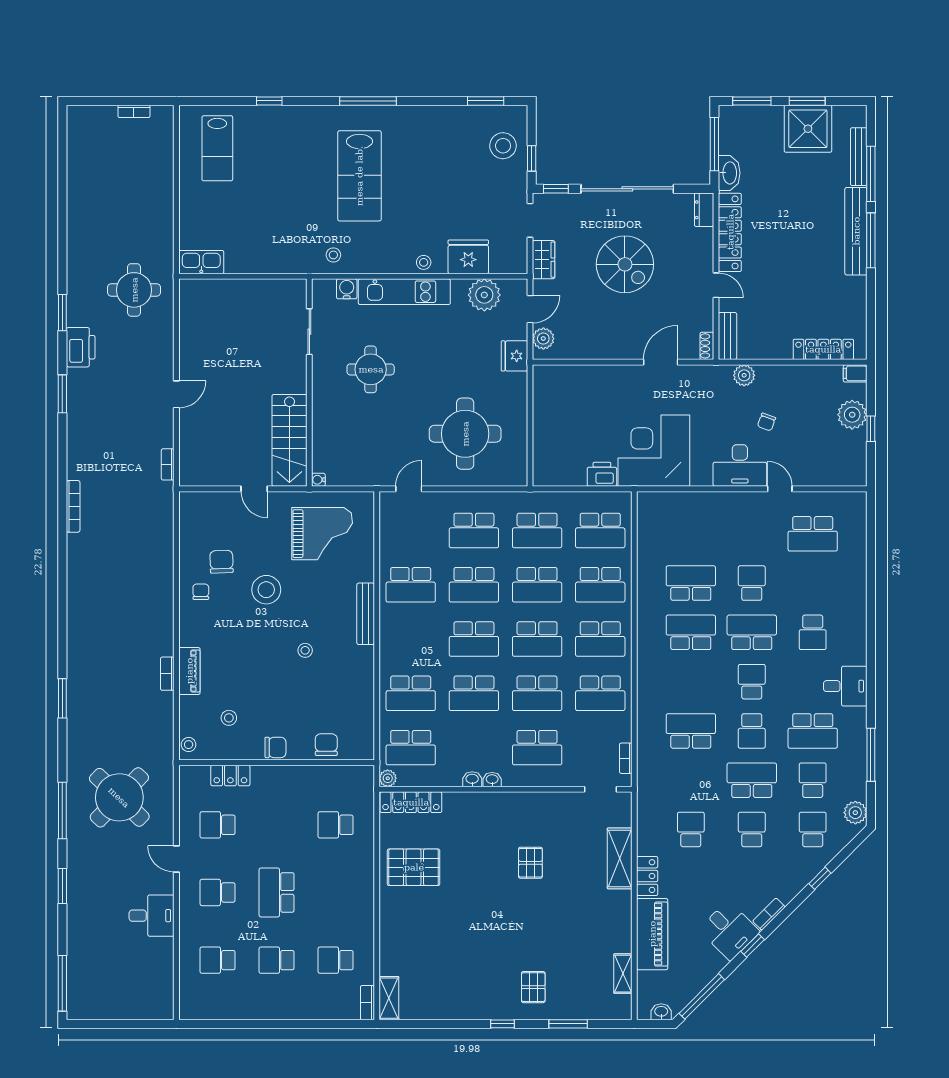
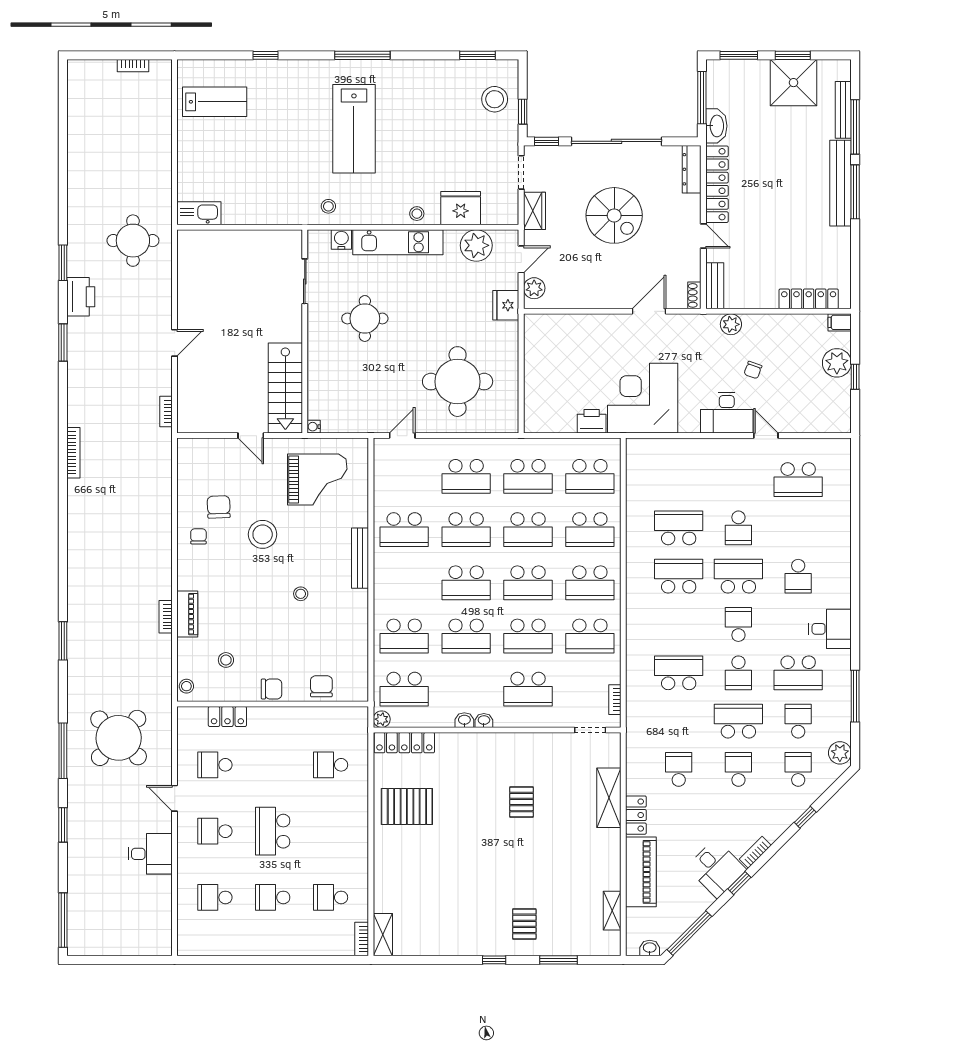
lab bench: (217, 148) -> (215, 102), turned -90
dresser: (704, 210) -> (692, 169), width x1.44
school desk: (752, 583) -> (738, 528), turned 180

